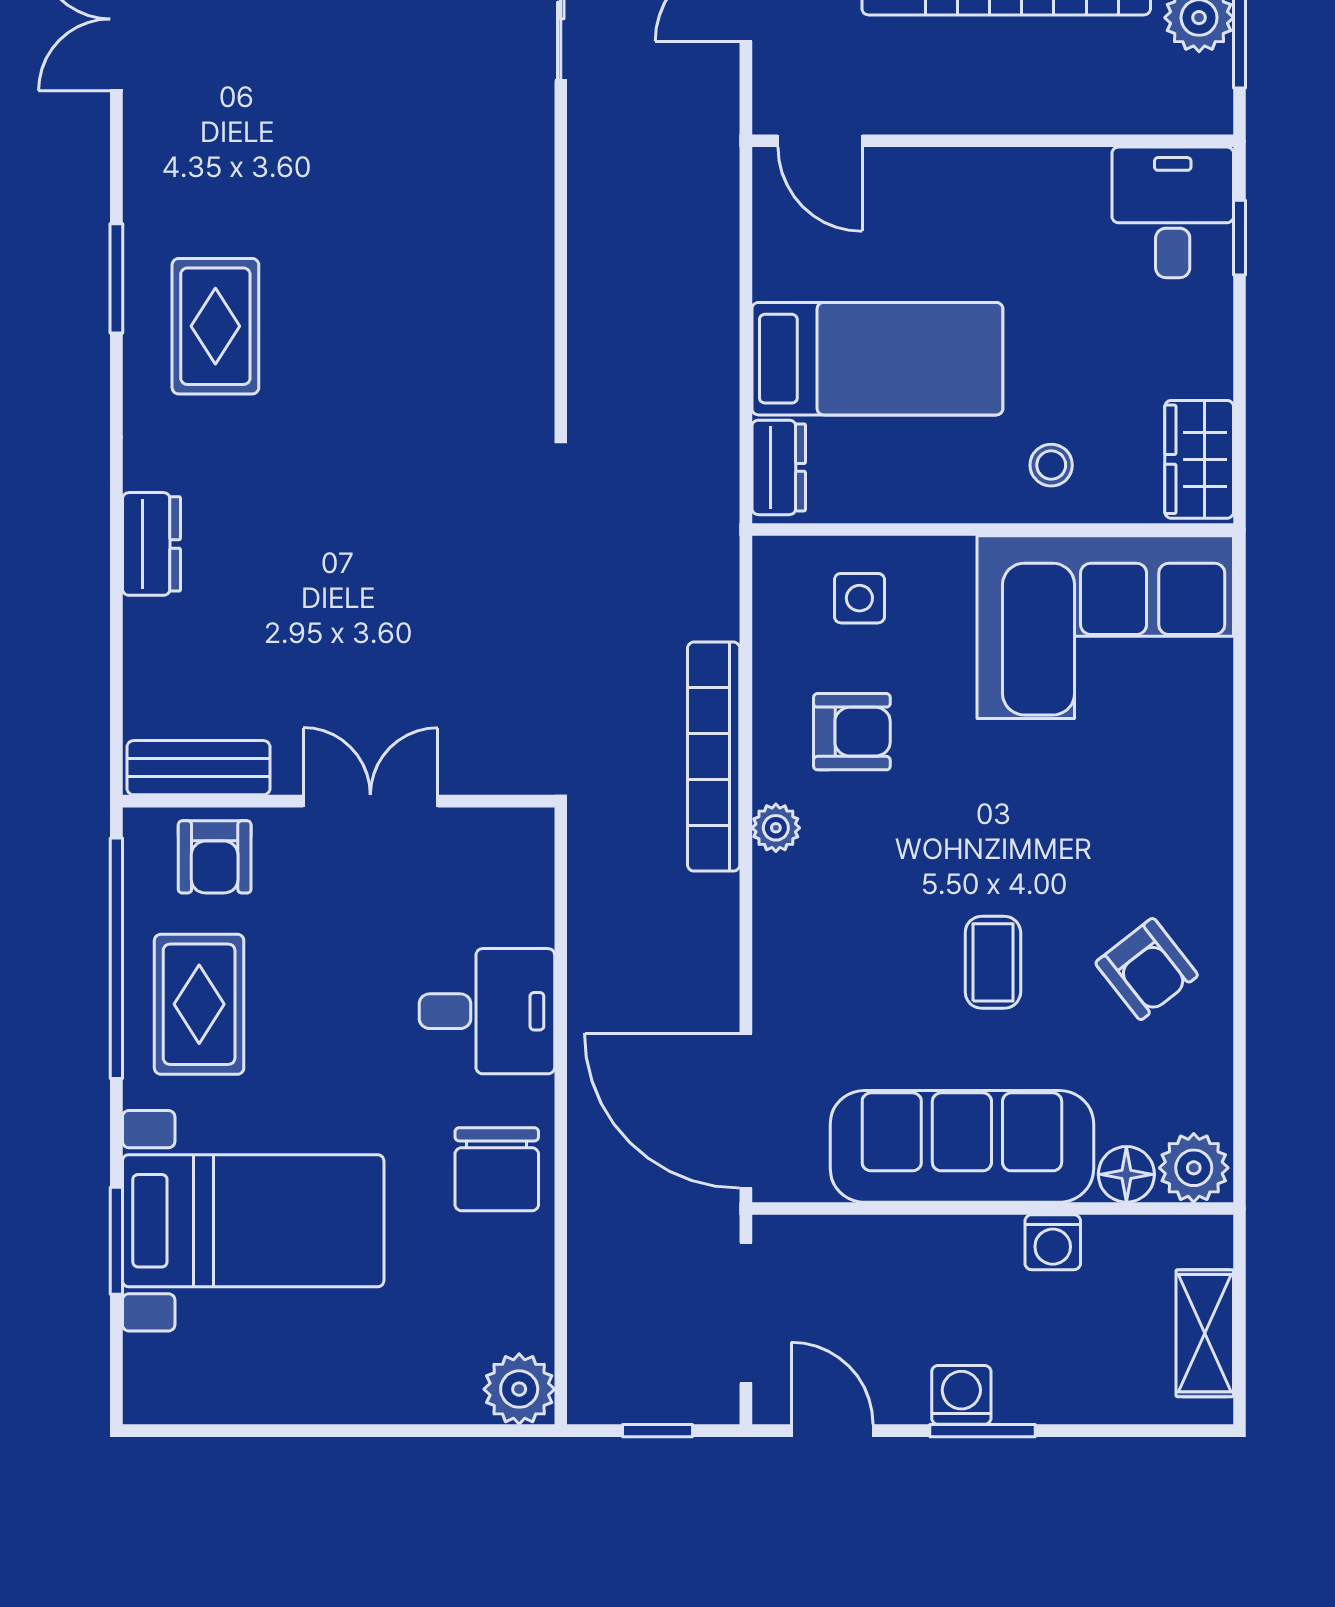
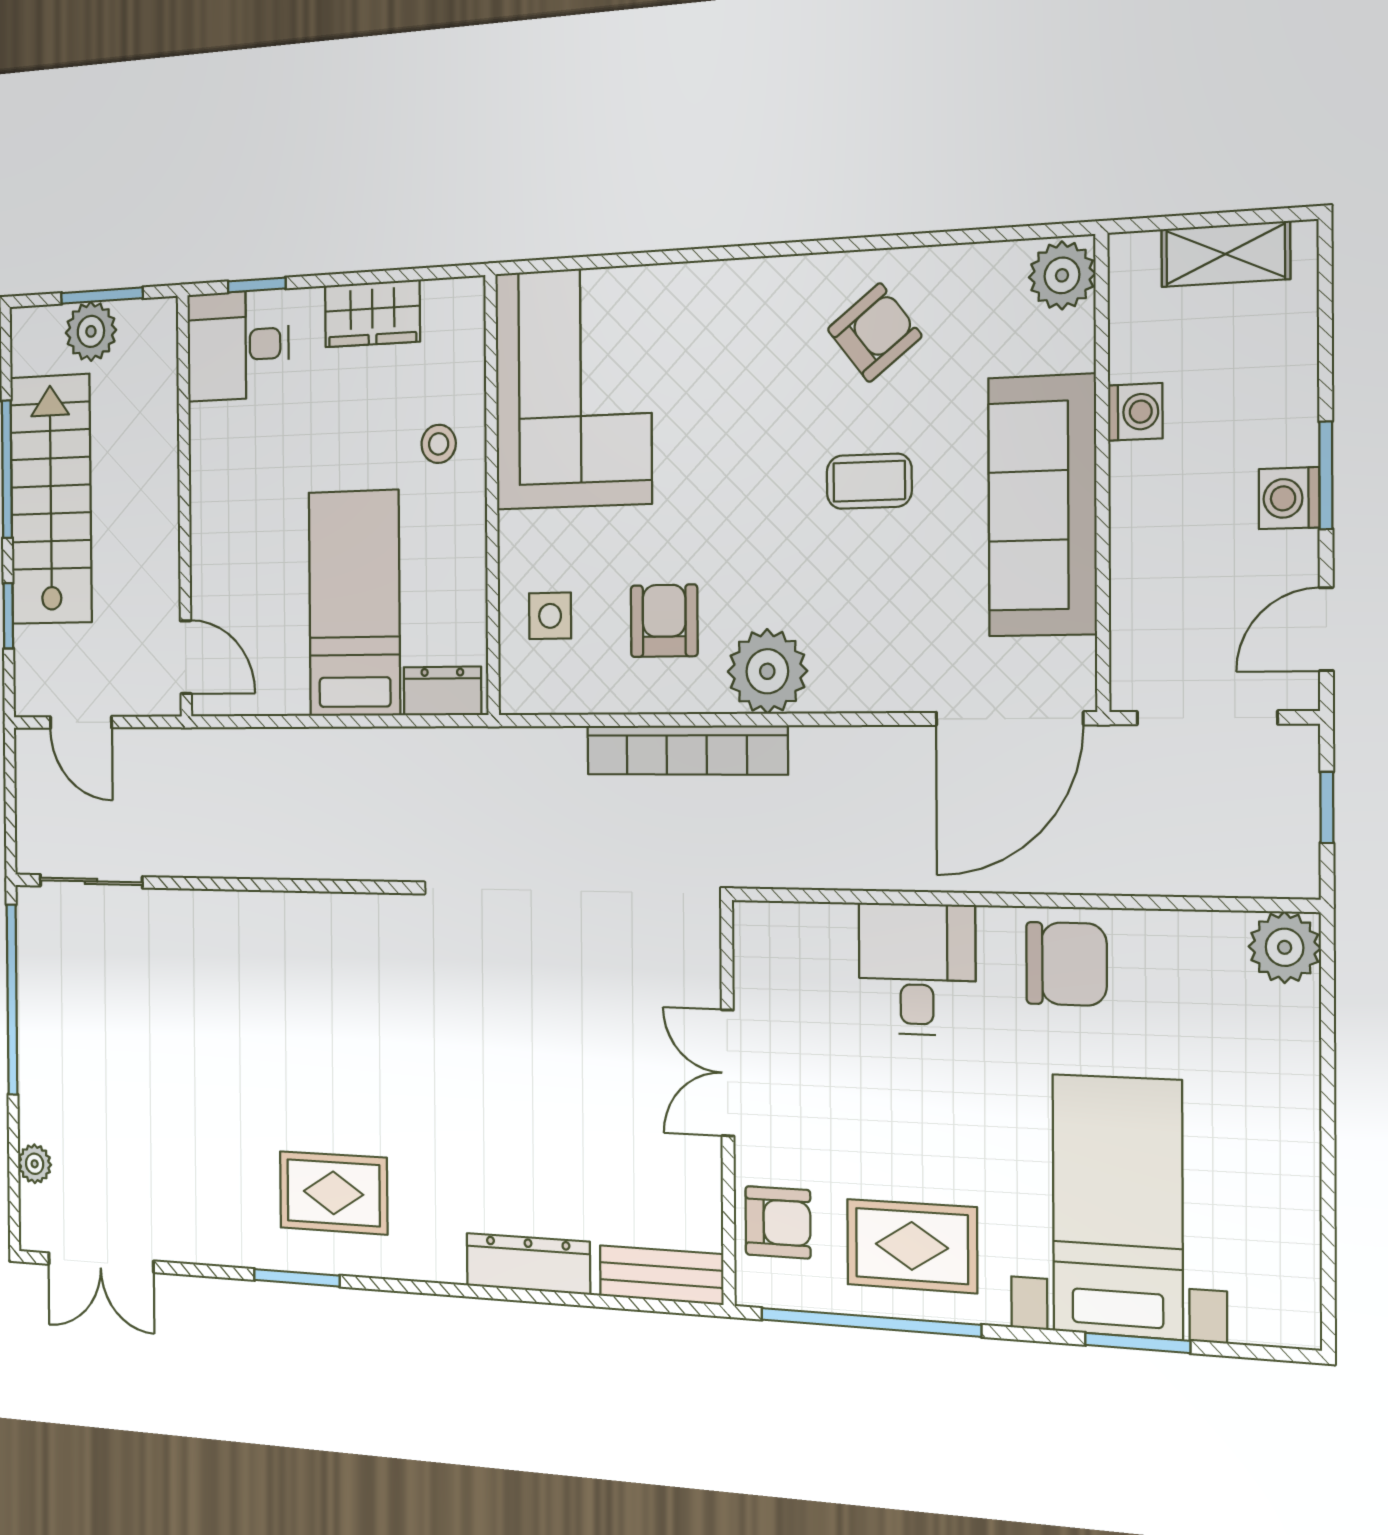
door: (820, 141) -> (186, 657), hinge flipped
wardrobe: (1199, 459) -> (372, 314), moved
dresser: (151, 544) -> (528, 1264), width x1.44
bench: (198, 768) -> (661, 1275), moved, turned 90
plant: (776, 828) -> (767, 671), width x1.88, depth x1.88
floor lamp: (1126, 1174) -> (1069, 342), removed

